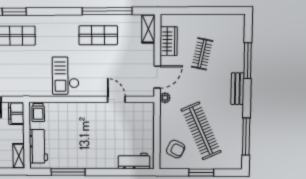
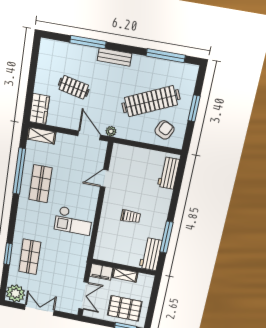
wardrobe: (169, 41) -> (39, 109), moved, turned 90
trolley: (38, 112) -> (131, 217), moved
workbench: (38, 146) -> (151, 254), moved, turned -90
shelving: (19, 156) -> (125, 275), moved

